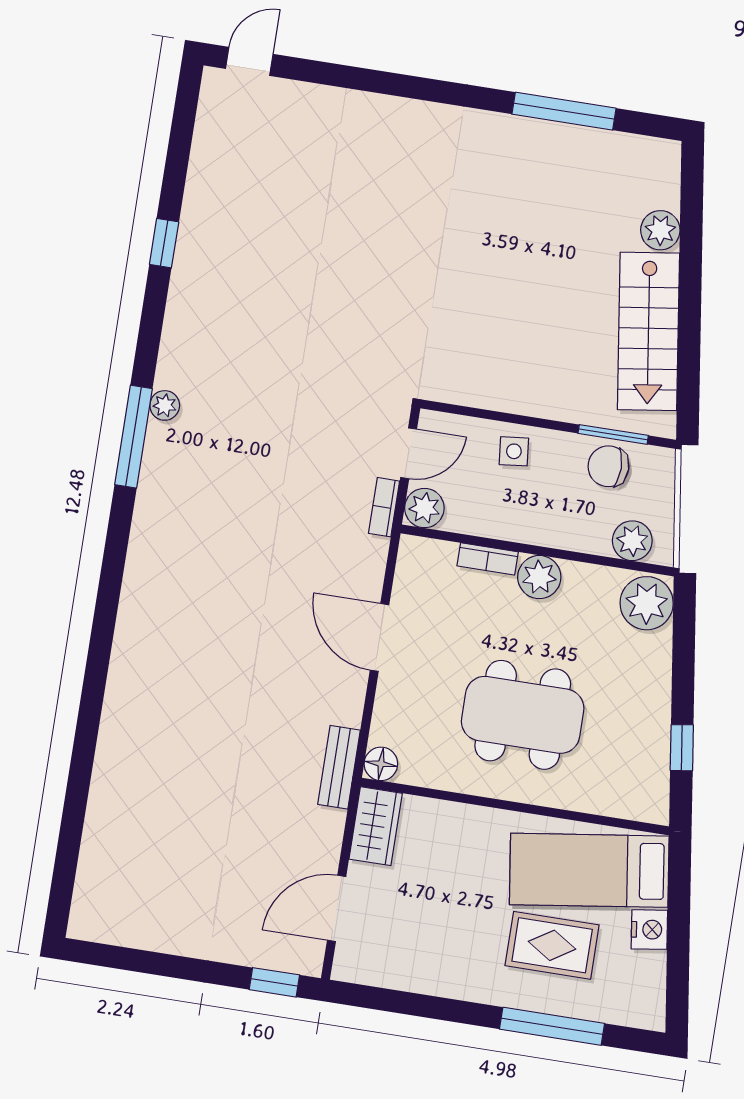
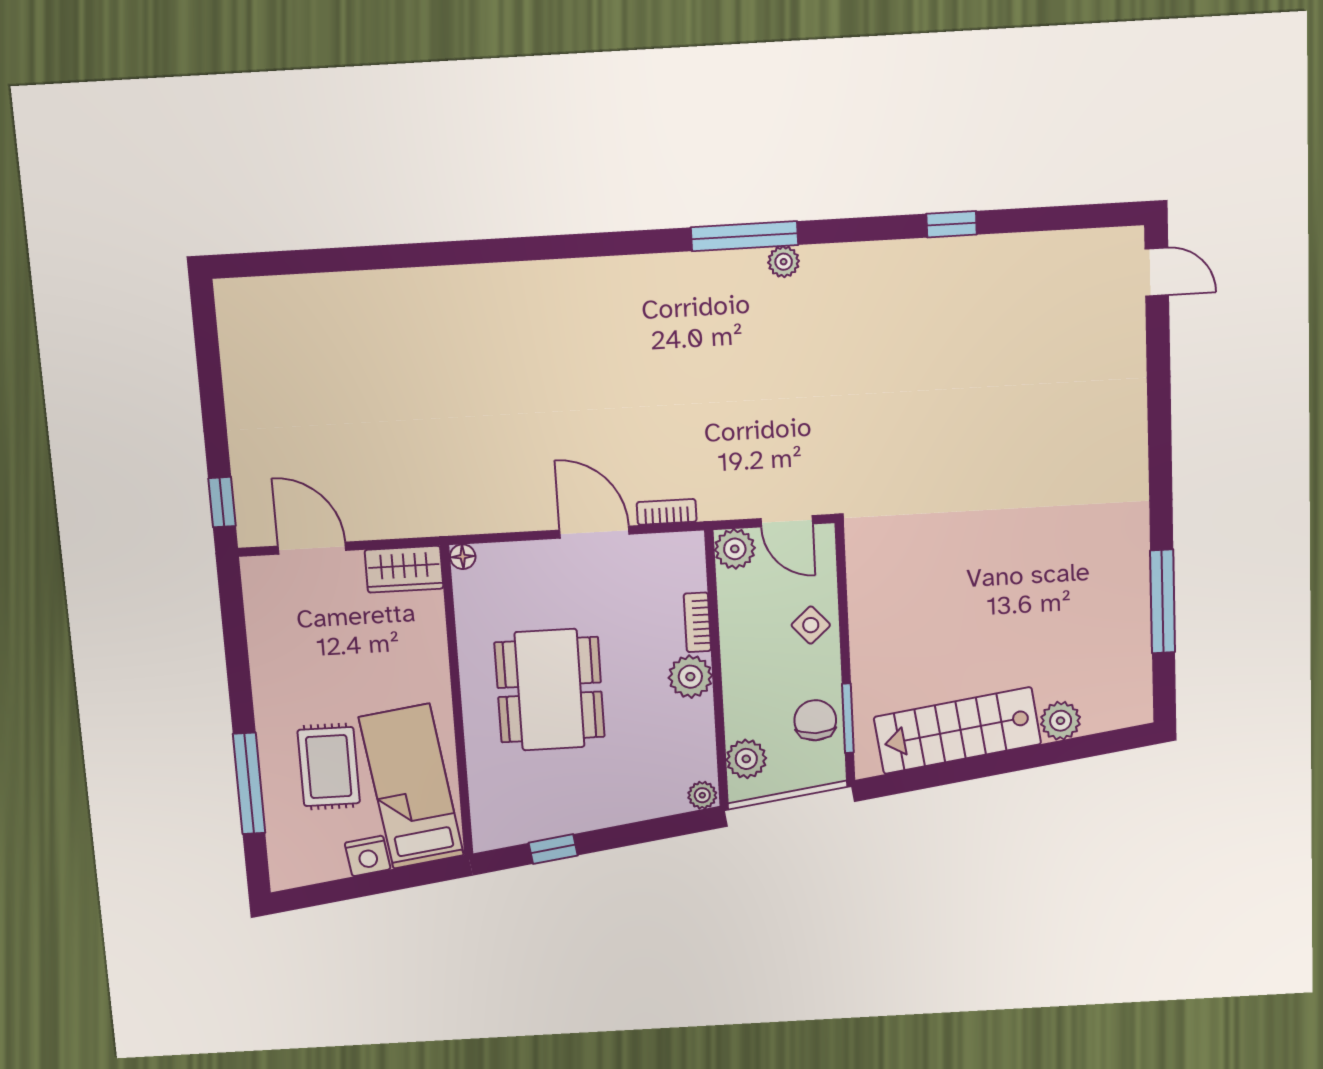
side table: (514, 451) -> (811, 625), turned -36
bookcase: (384, 507) -> (667, 512), moved
plant: (647, 603) -> (702, 795), width x0.53, depth x0.53
door: (379, 637) -> (594, 532), hinge flipped
floor lamp: (381, 764) -> (463, 557), width x0.73, depth x0.73
bench: (339, 767) -> (454, 520), removed

